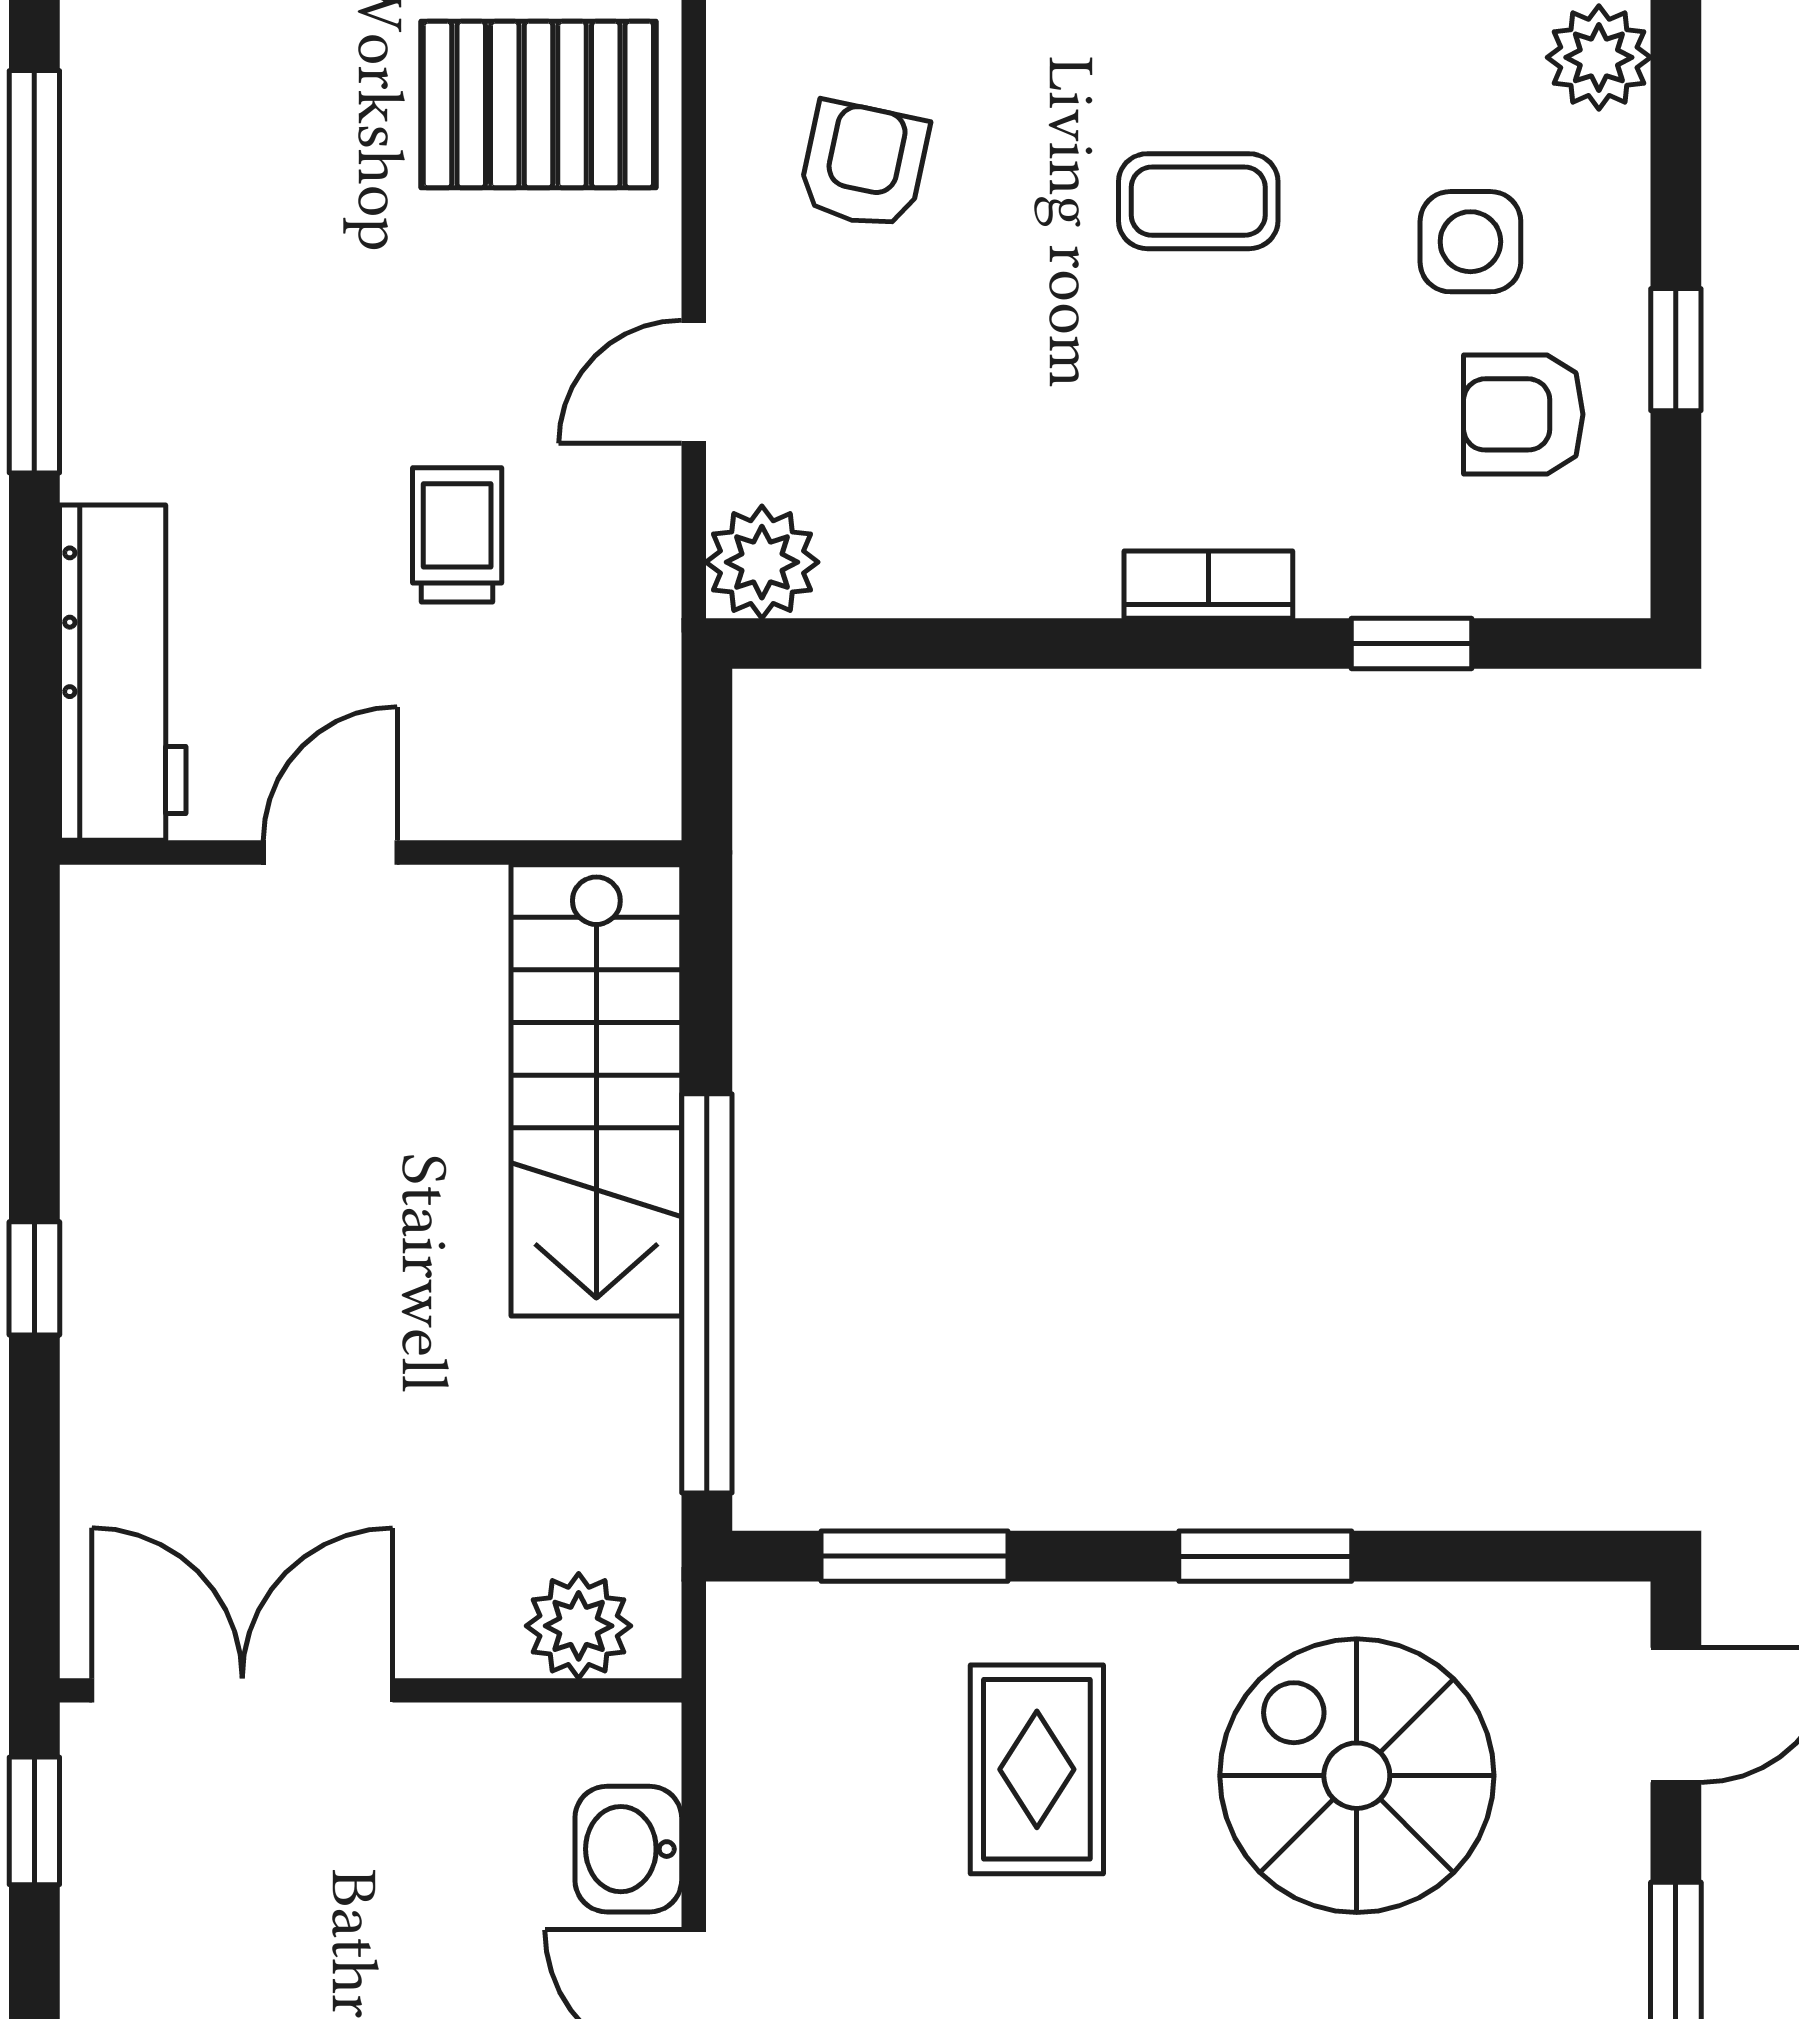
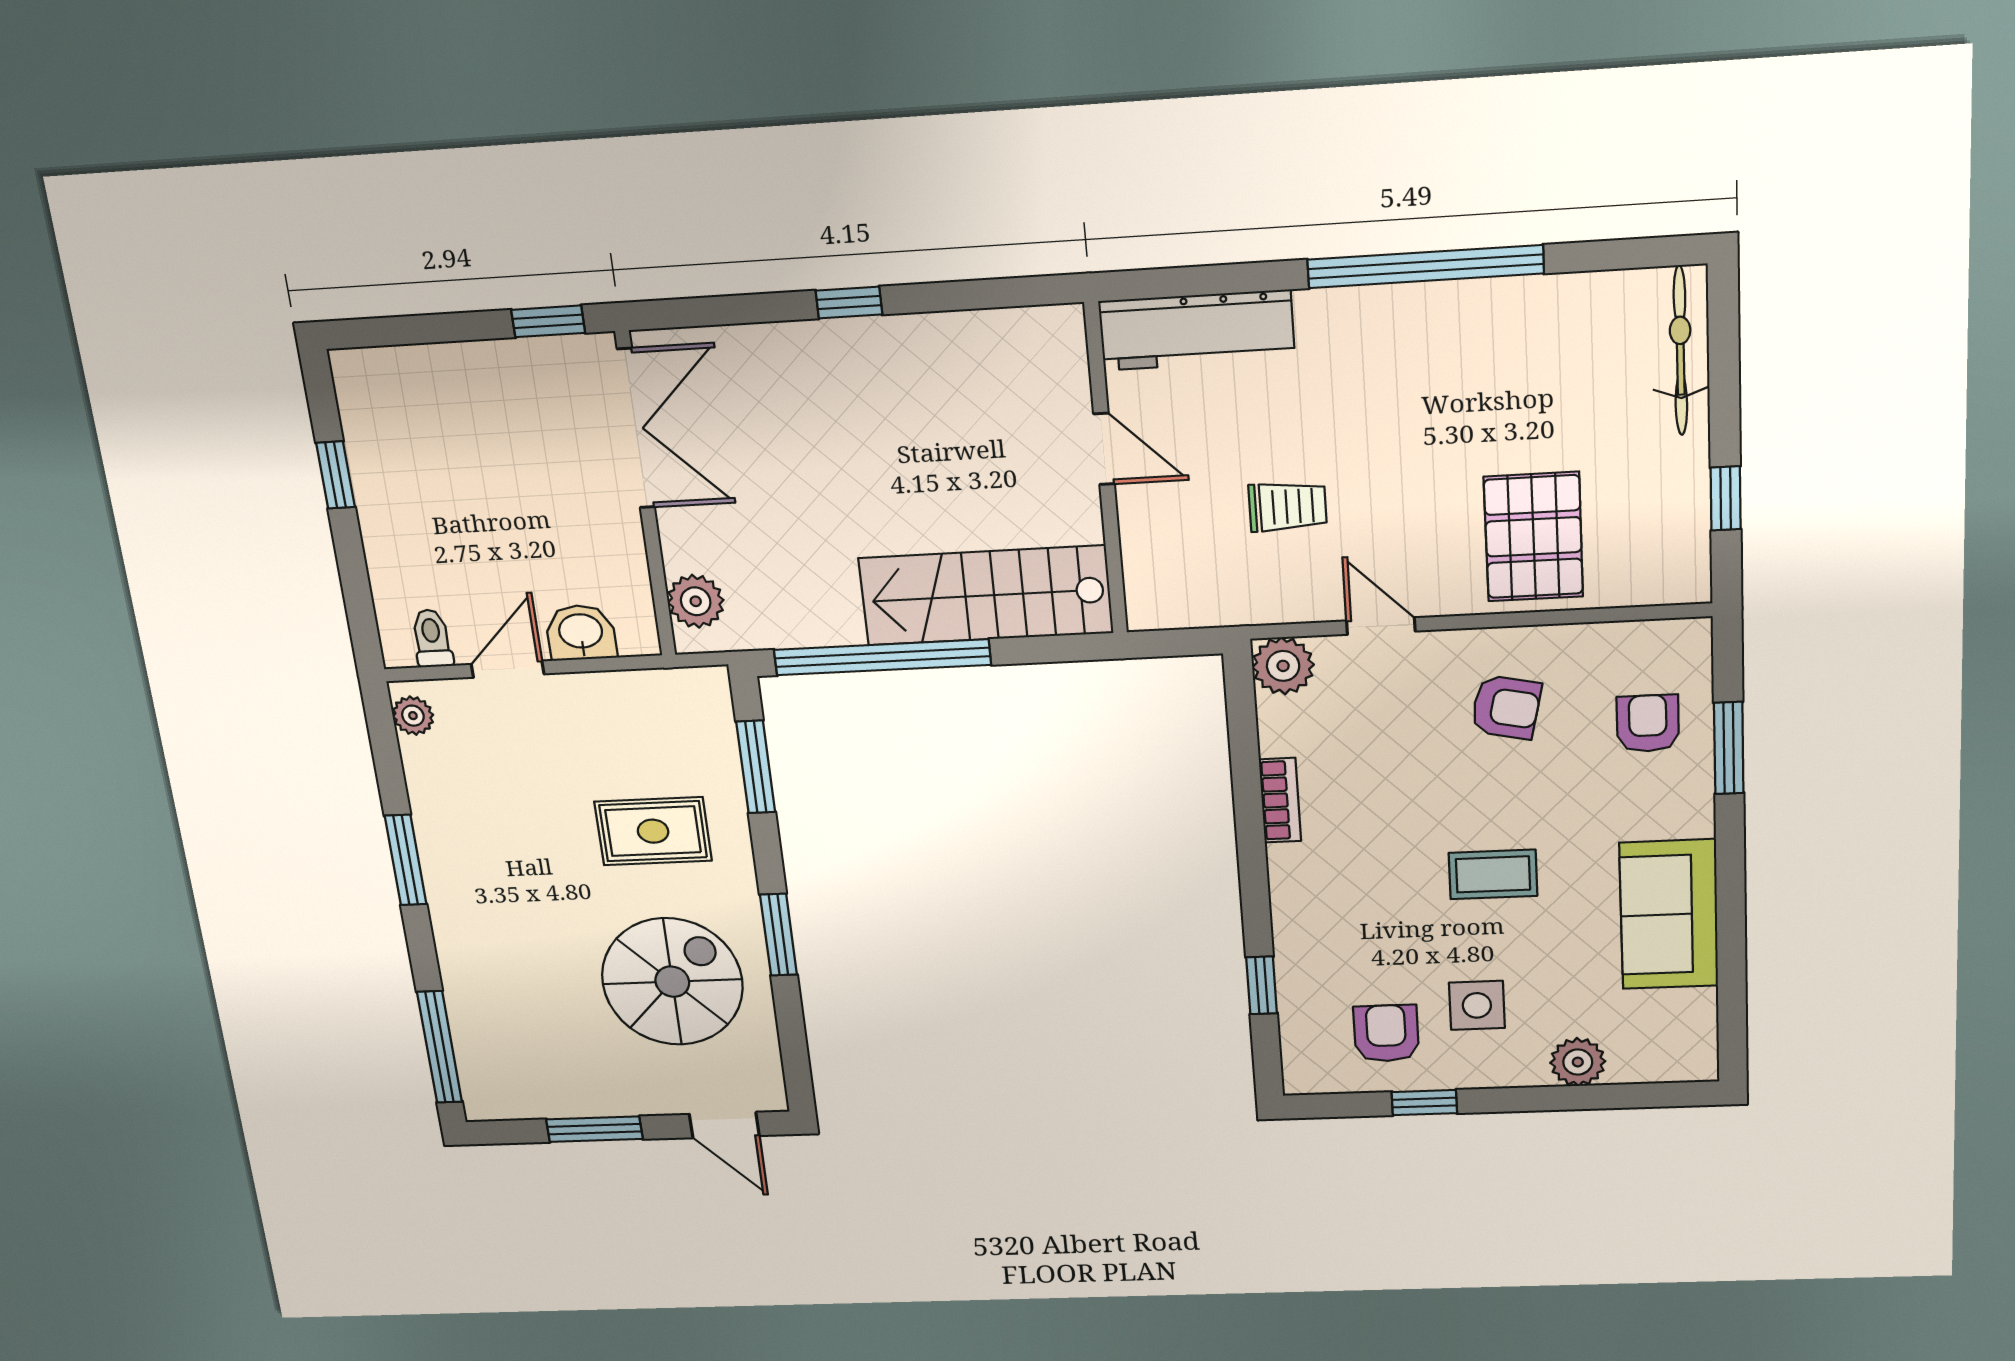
coffee table: (1198, 201) -> (1493, 874), turned 90
bookcase: (1208, 585) -> (1280, 800), moved

